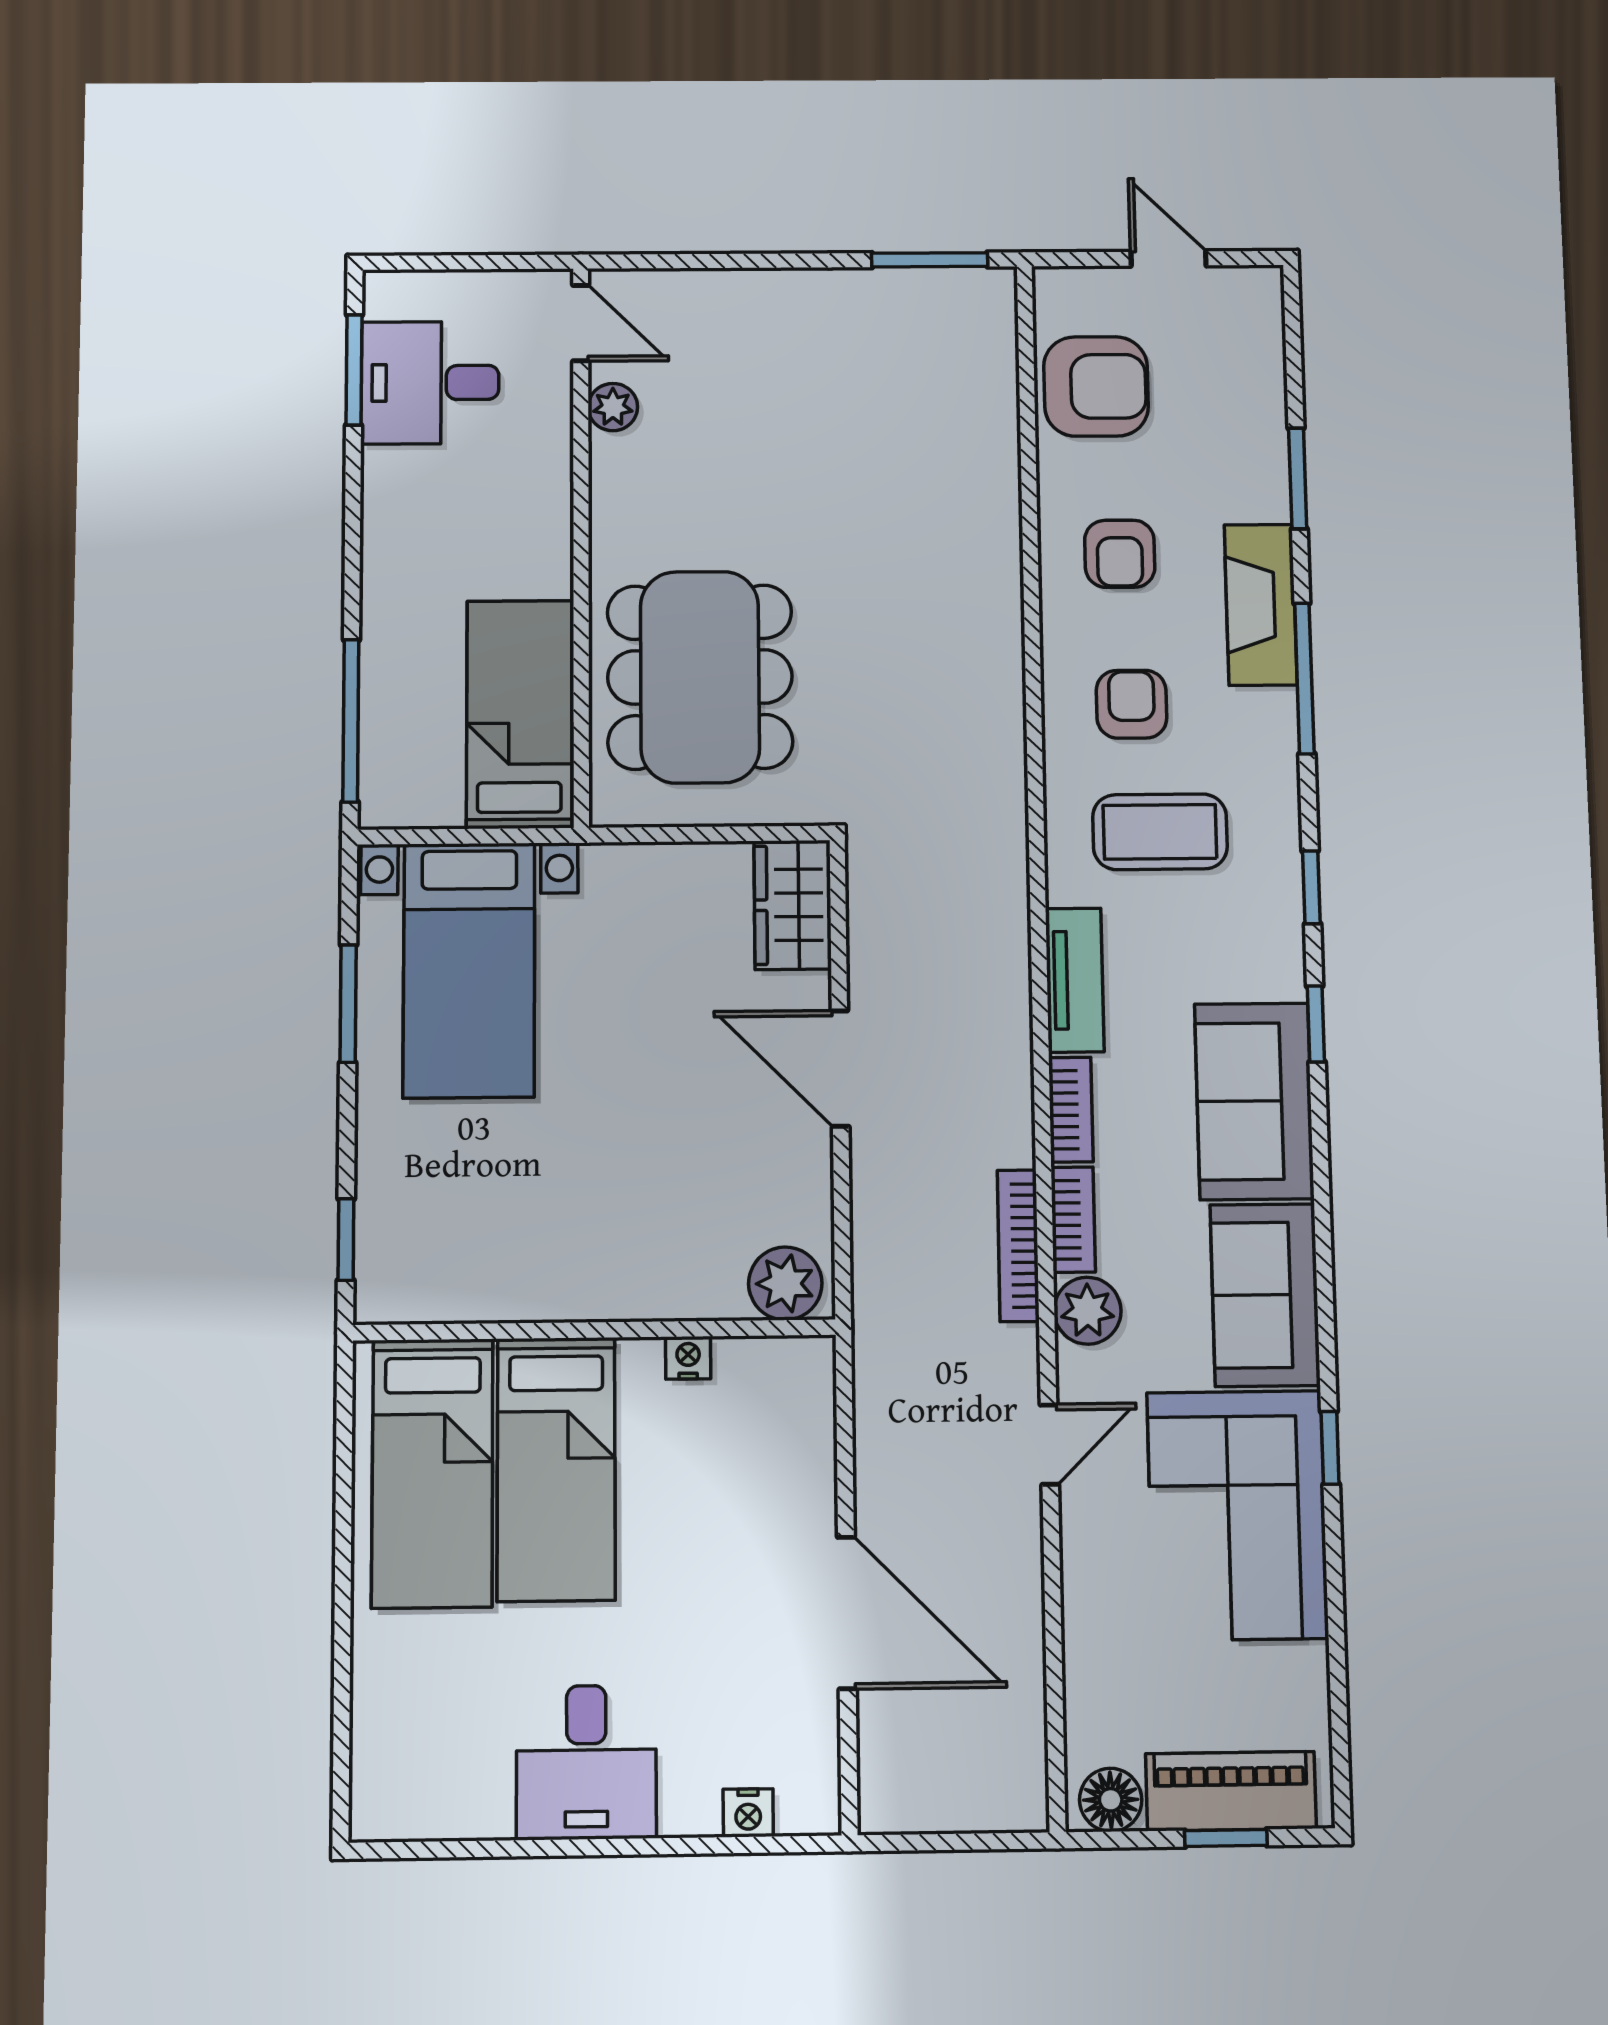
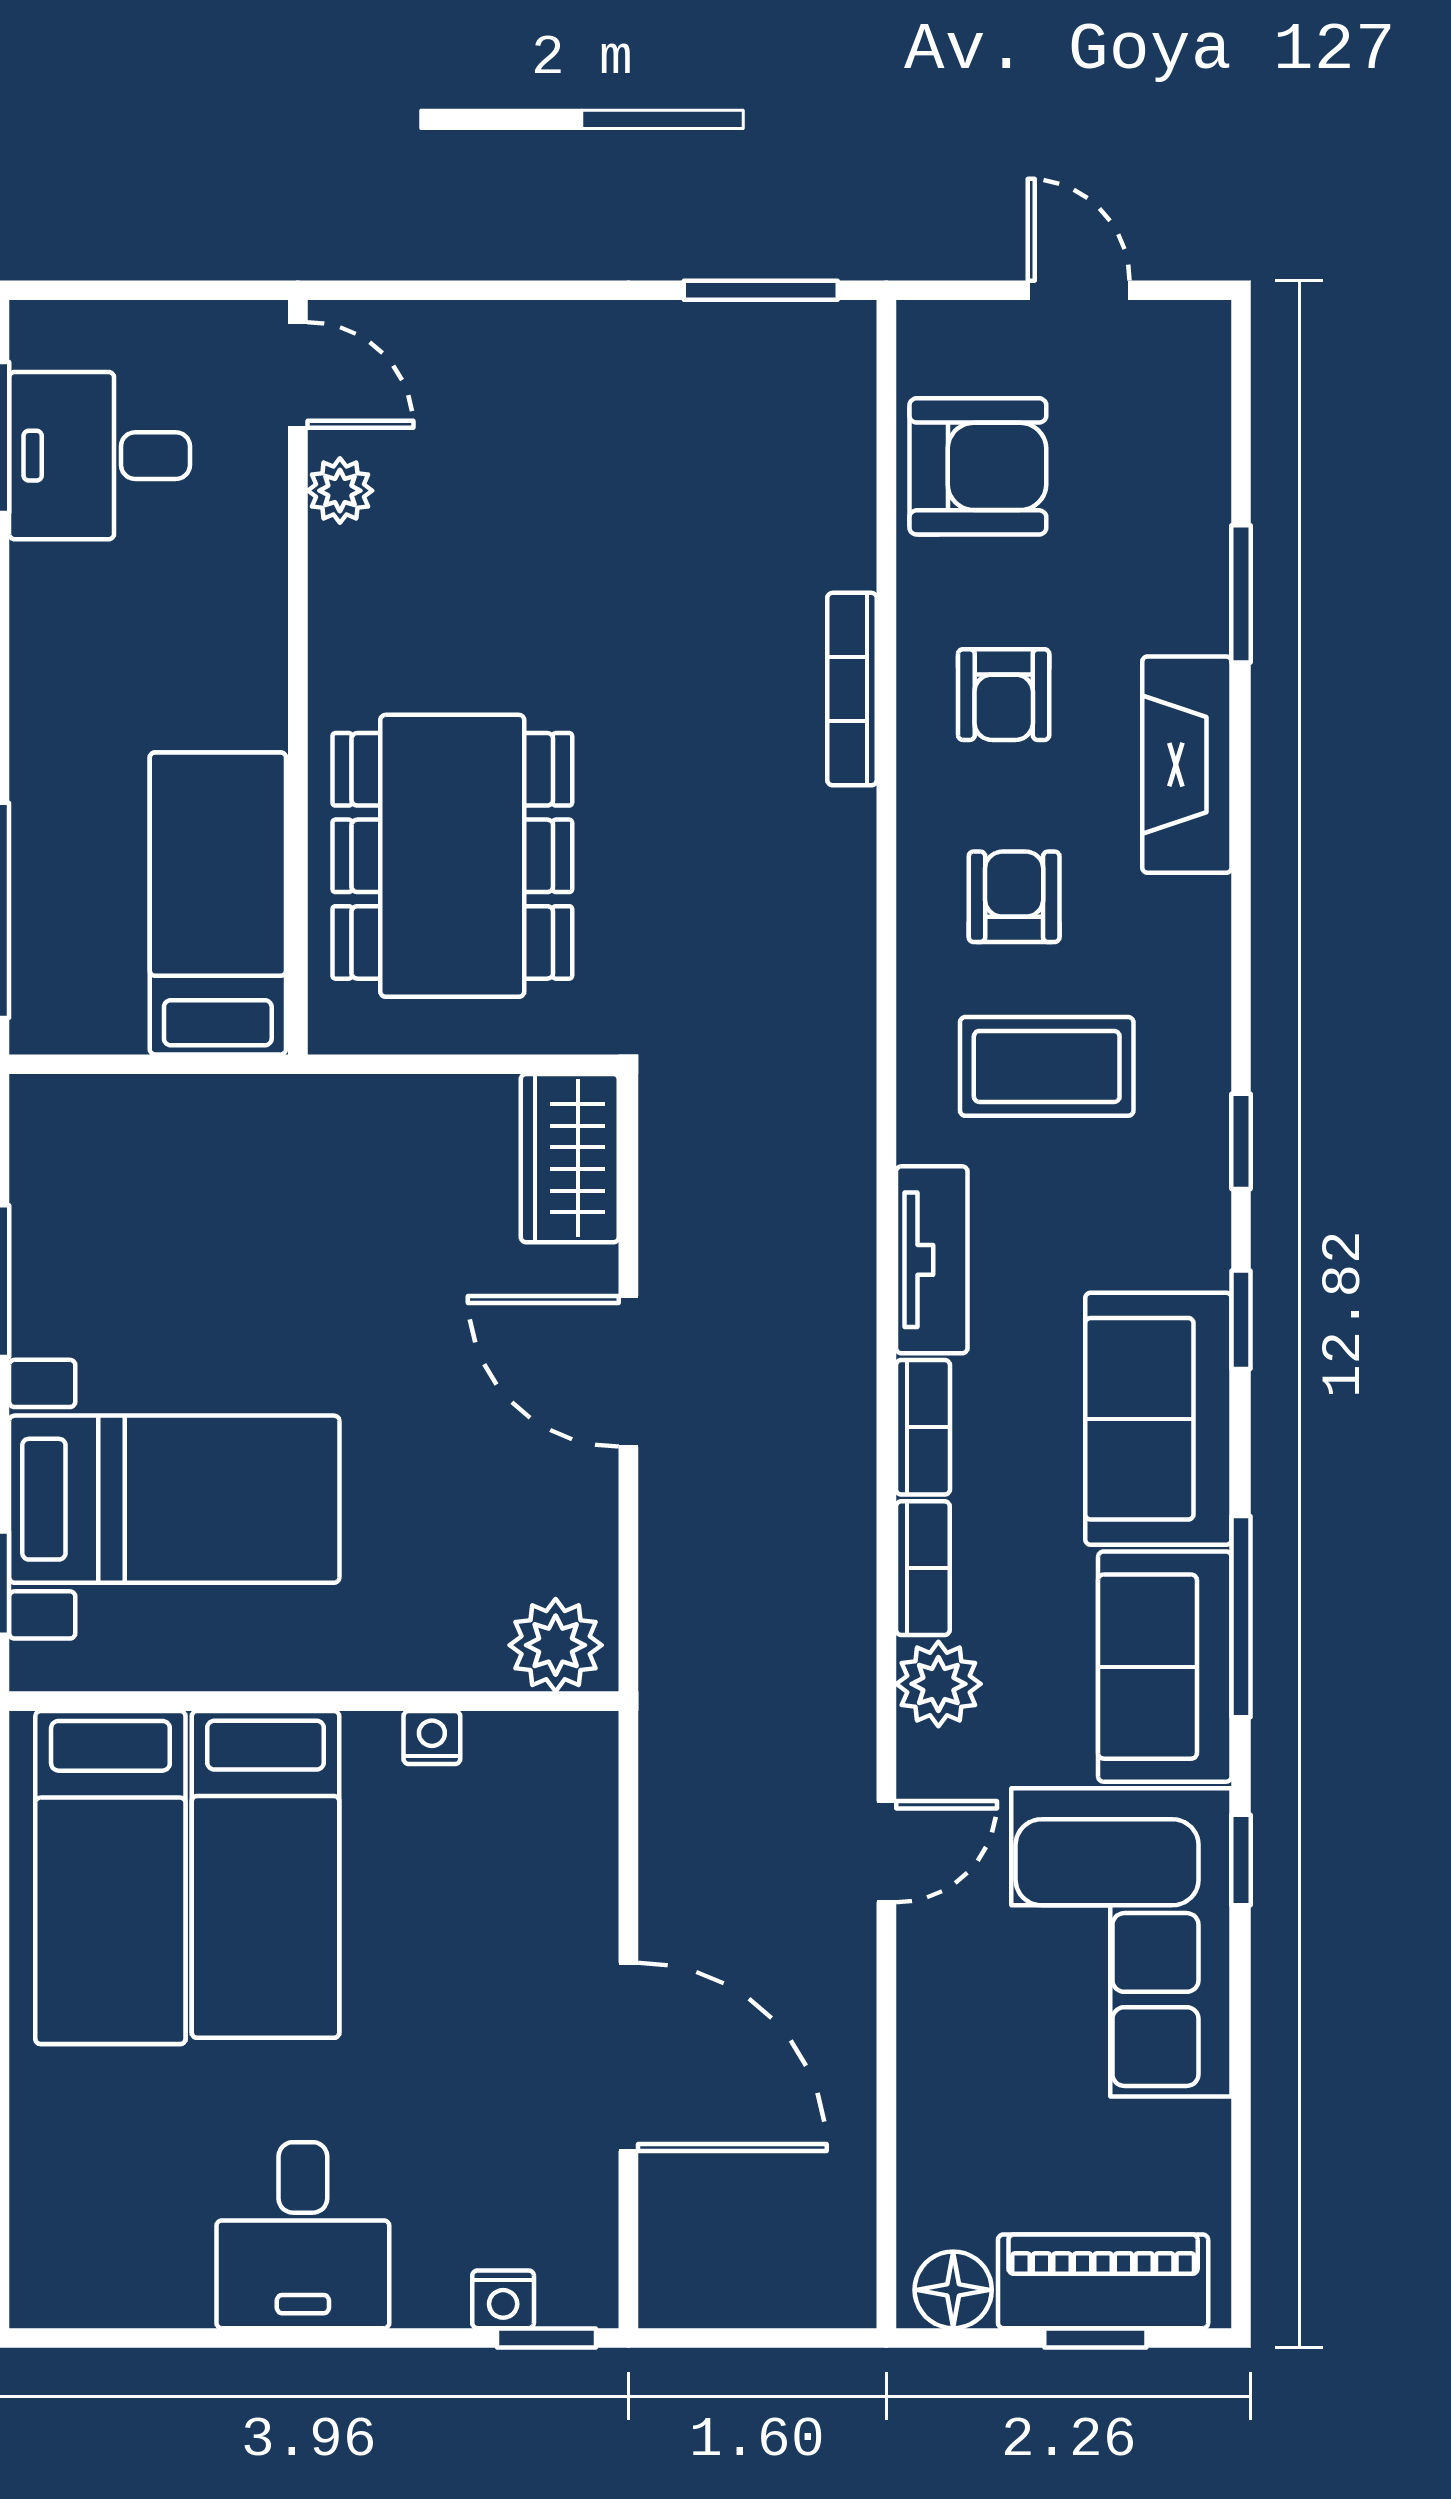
window: (1304, 678) -> (1241, 1617), moved
bed with nightstands: (469, 970) -> (174, 1499), moved, turned -90
bookcase: (1018, 1246) -> (852, 689), moved
window: (784, 1844) -> (547, 2338), added

